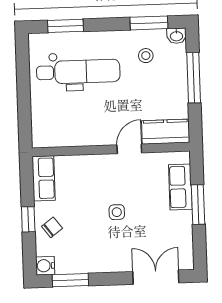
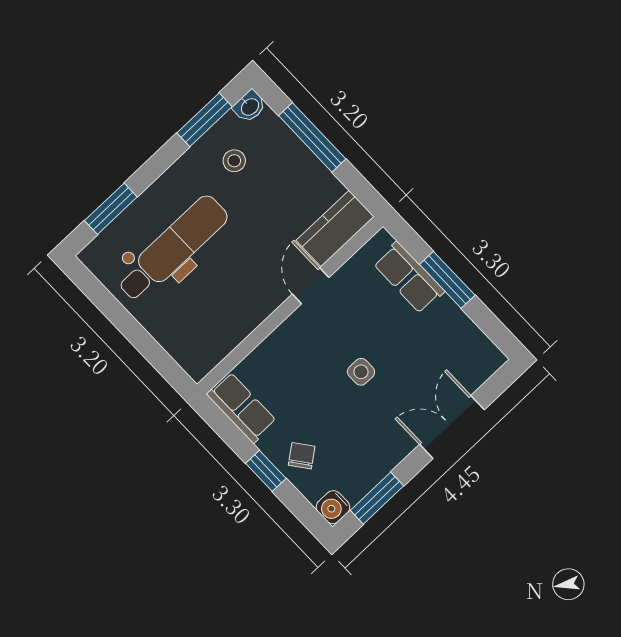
double door: (156, 277) -> (452, 427), moved

